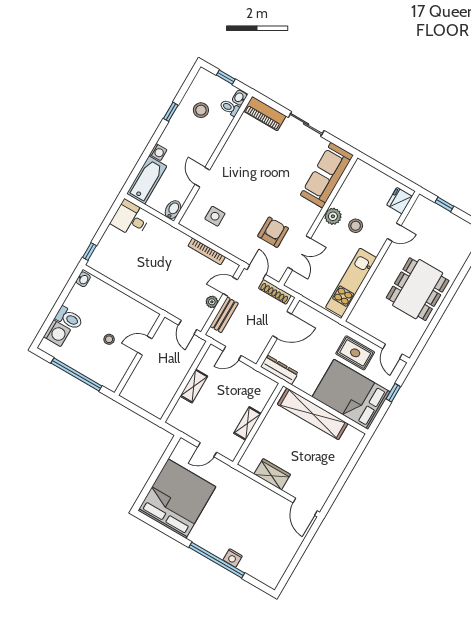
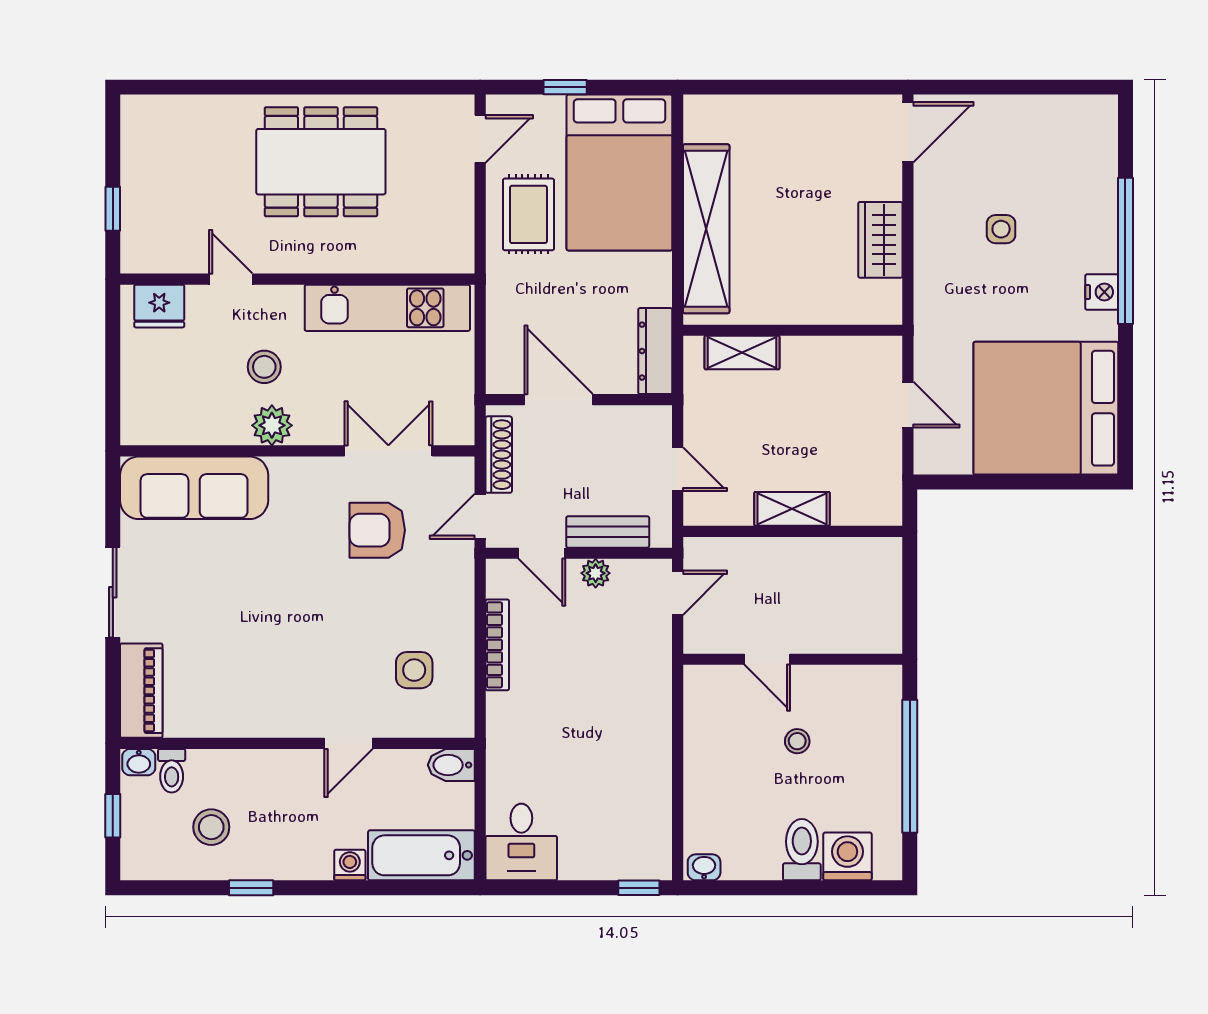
shelving: (247, 423) -> (742, 353), moved
side table: (251, 520) -> (1001, 229), added
nightstand: (233, 558) -> (1102, 292), moved

